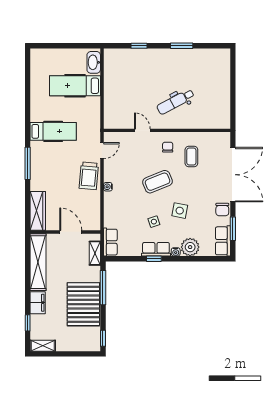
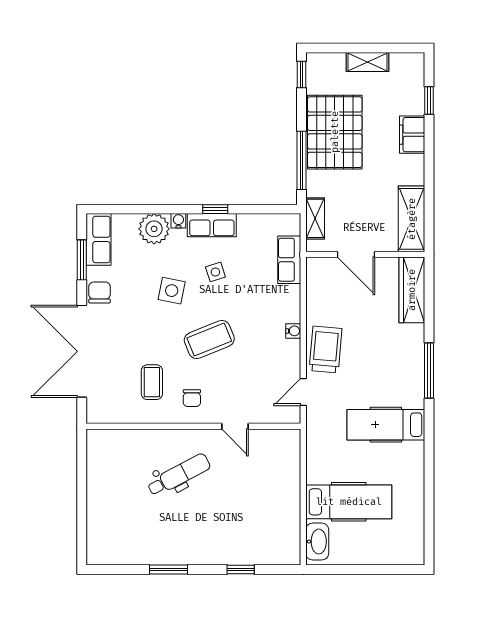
row of seats: (110, 242) -> (289, 260), moved
shelving: (38, 262) -> (412, 219), width x0.68
shelving: (43, 346) -> (367, 62), moved

